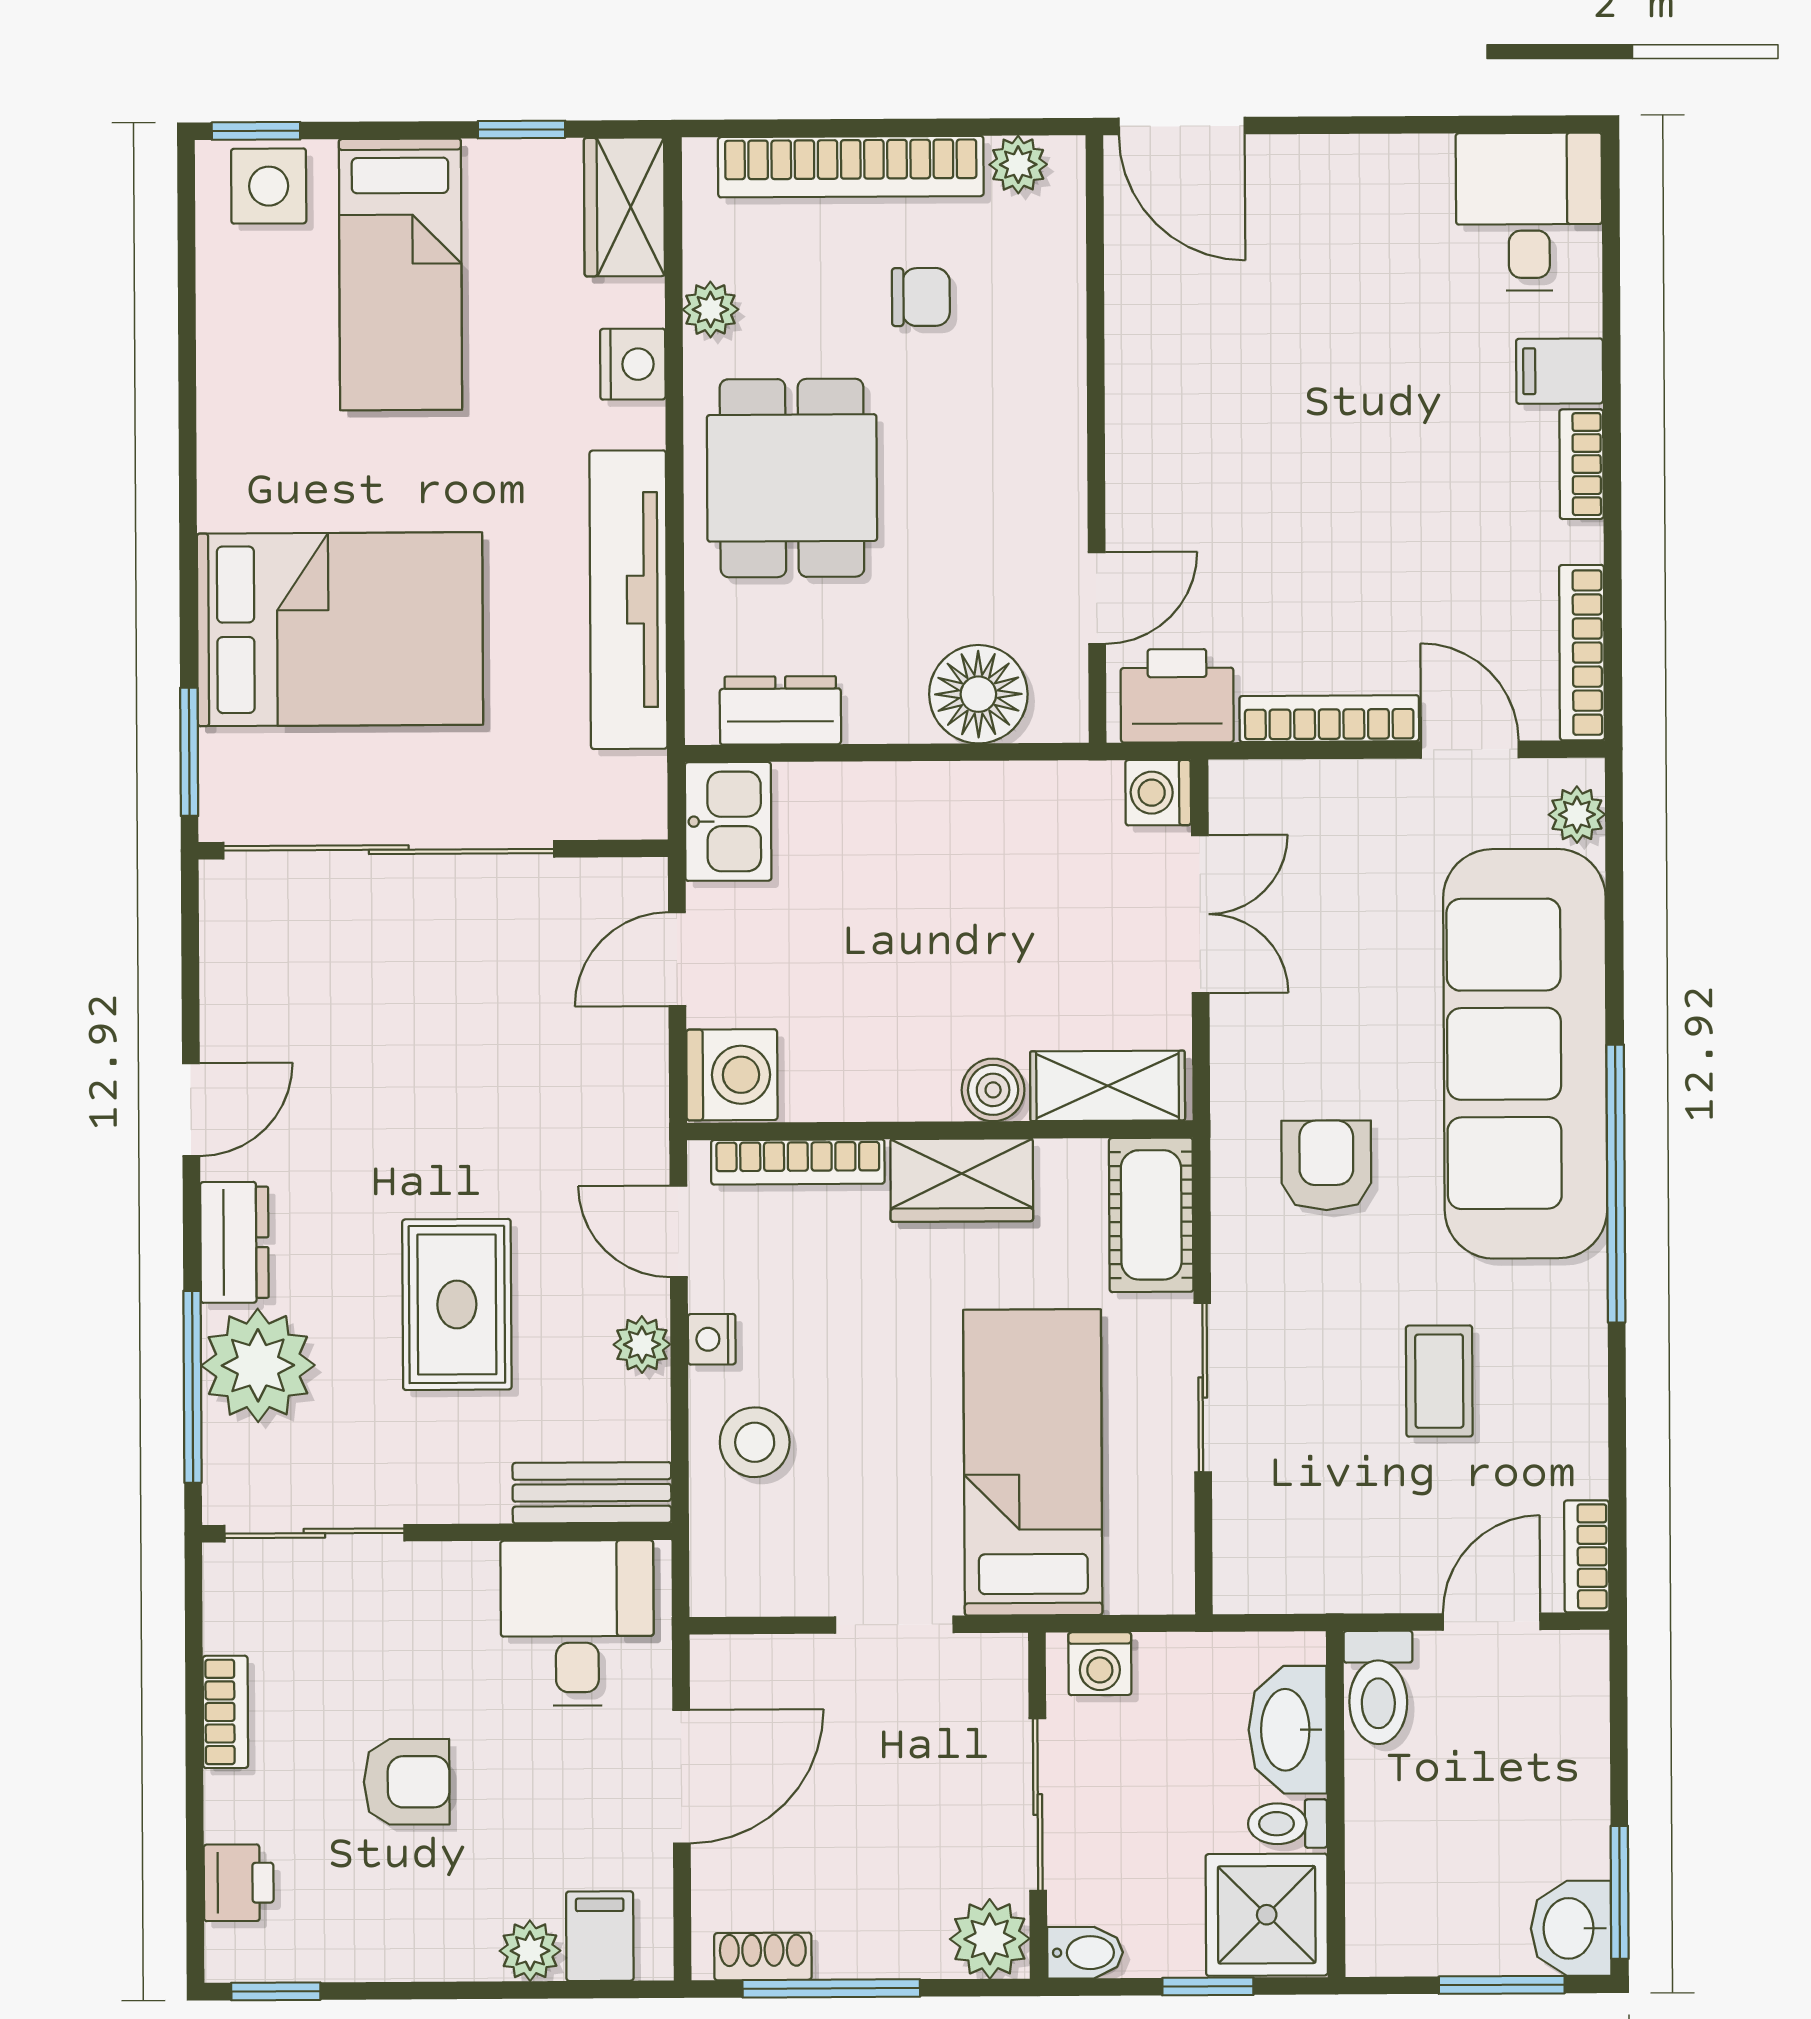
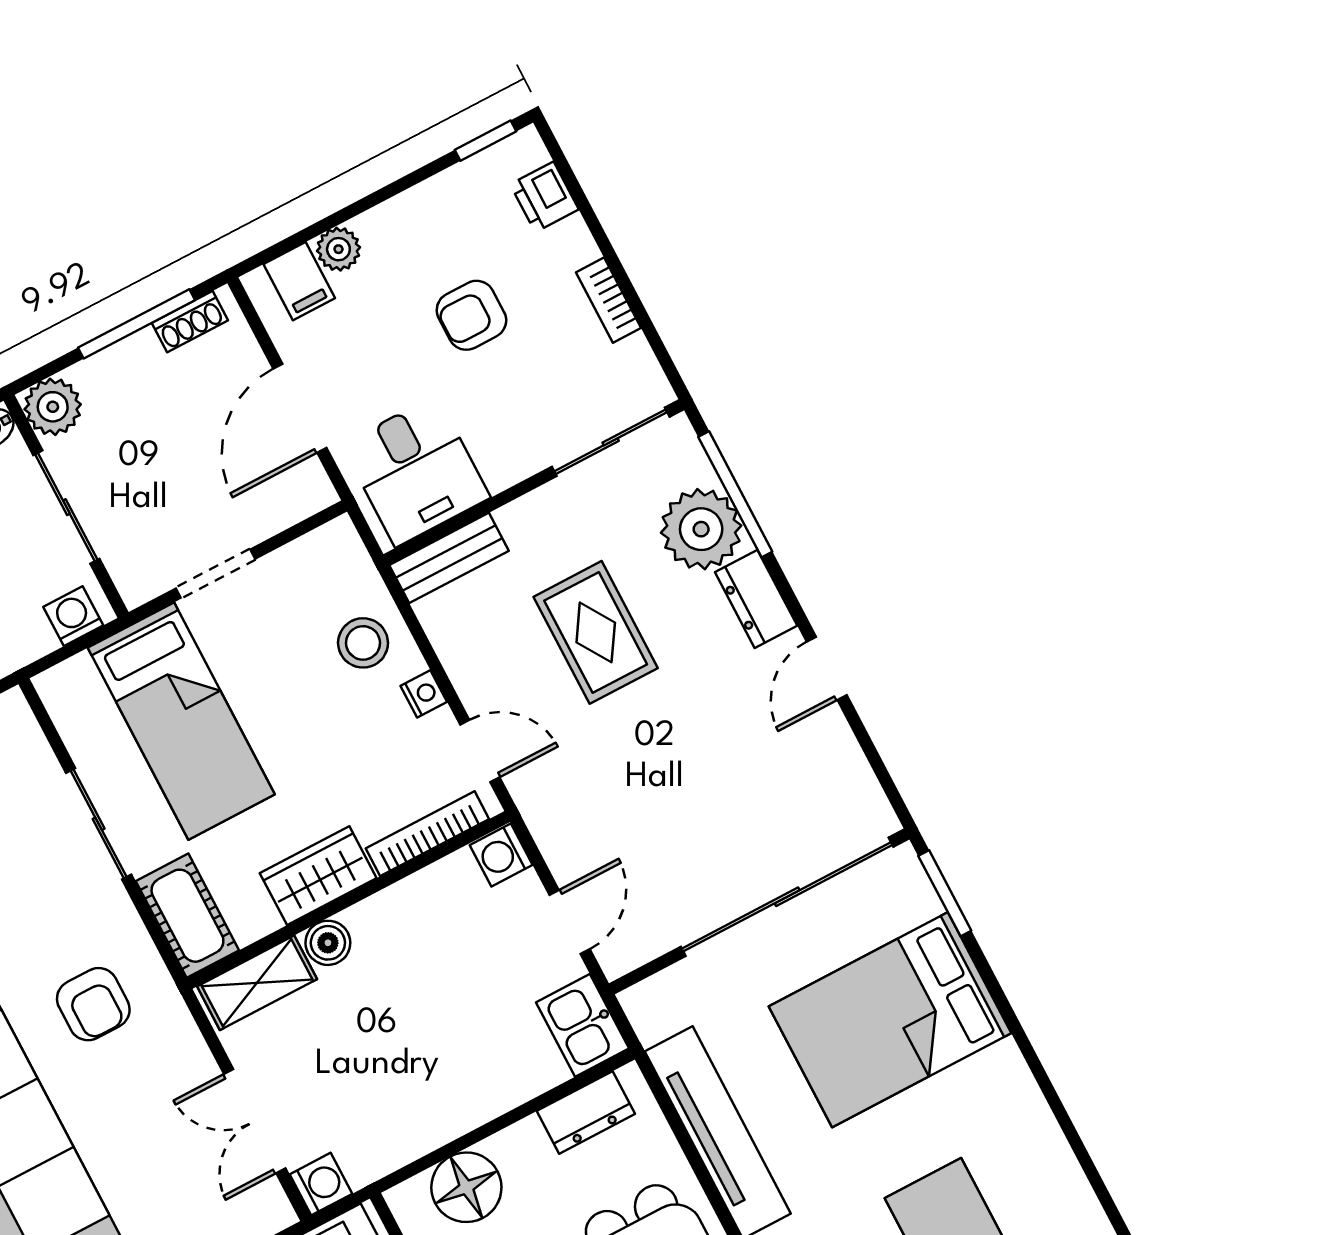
washing machine: (732, 1075) -> (501, 855), width x0.73, depth x0.73
plant: (642, 1345) -> (466, 668), removed

